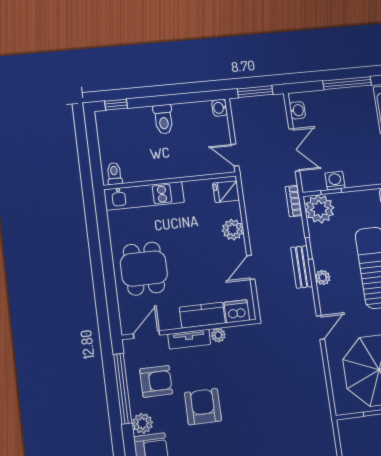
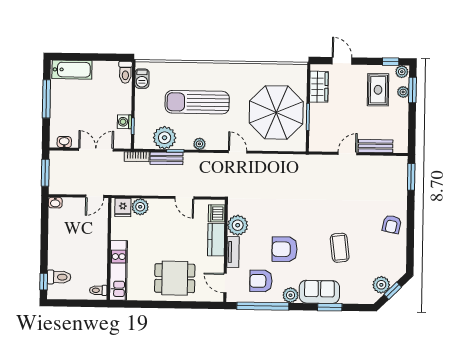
toilet: (163, 119) -> (59, 277), moved
plant: (320, 209) -> (165, 138), moved
plant: (233, 230) -> (140, 207), moved
bench: (302, 267) -> (167, 158), moved
plant: (218, 335) -> (238, 225), width x1.88, depth x1.88
armchair: (156, 381) -> (261, 281), turned -90

